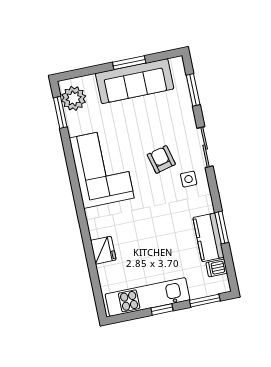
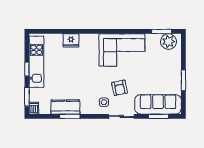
sofa: (135, 81) -> (158, 104), moved, turned 90
armchair: (161, 159) -> (120, 88), turned 93
dishwasher: (217, 268) -> (34, 108), moved

